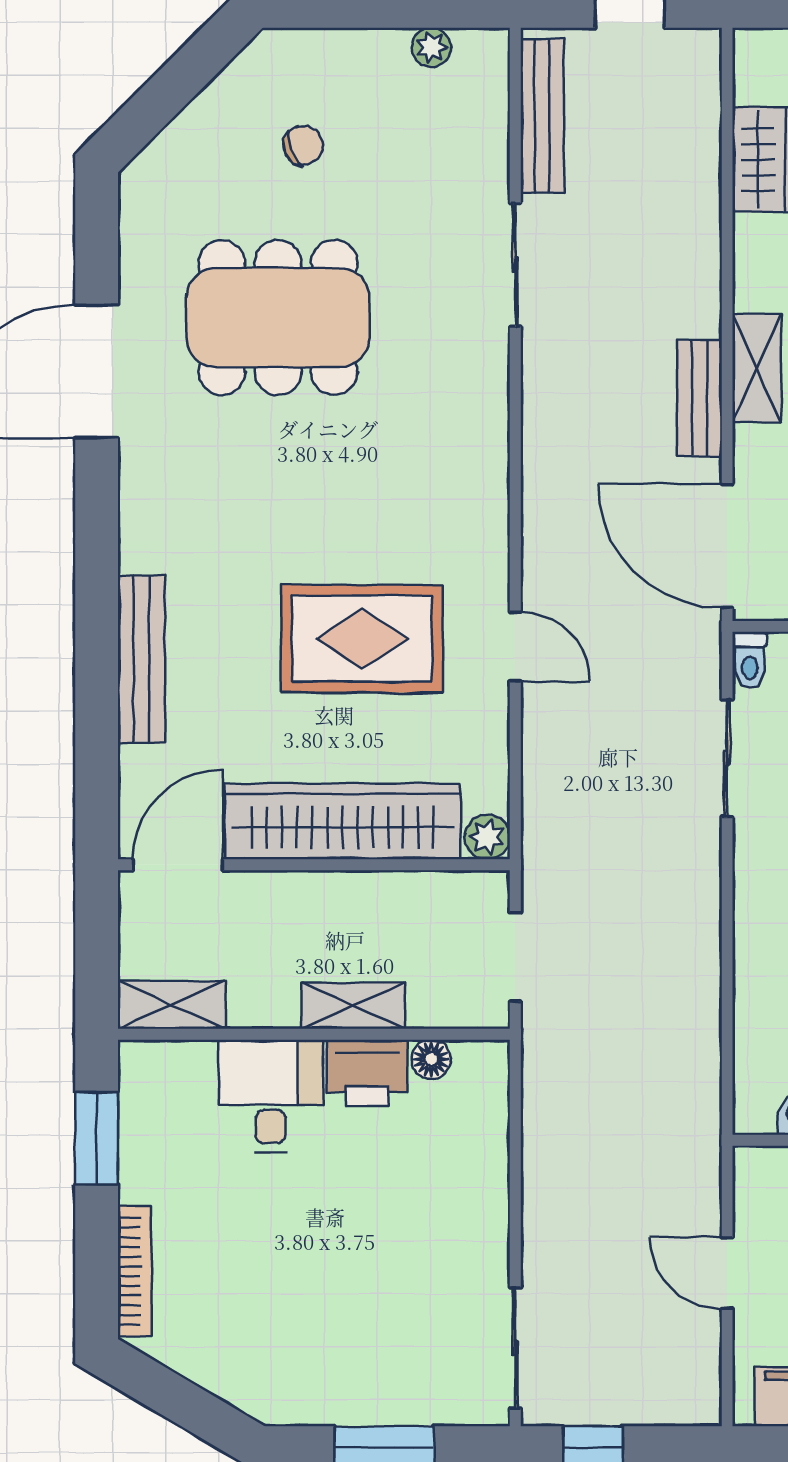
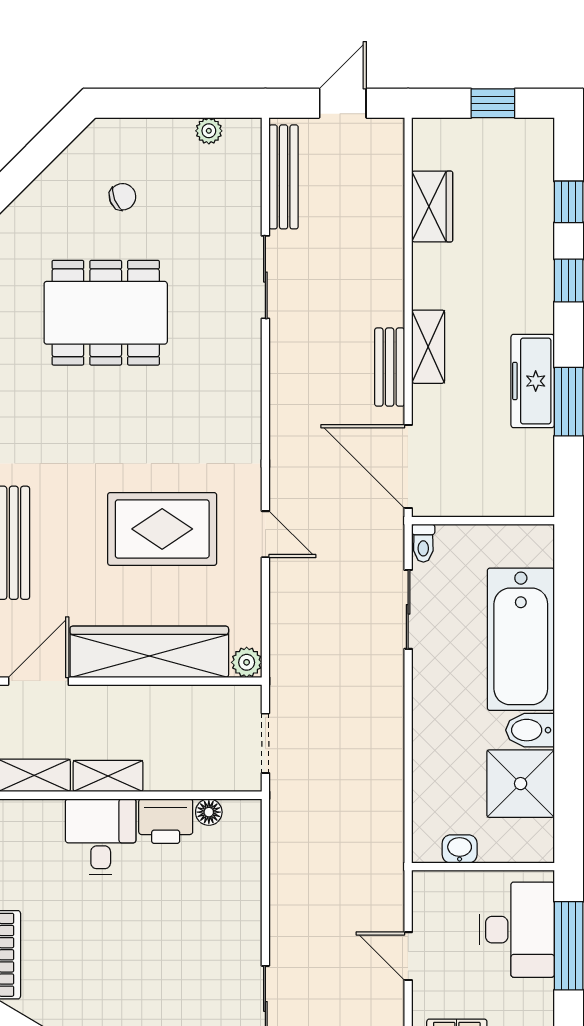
shelving: (353, 1006) -> (108, 776), moved

